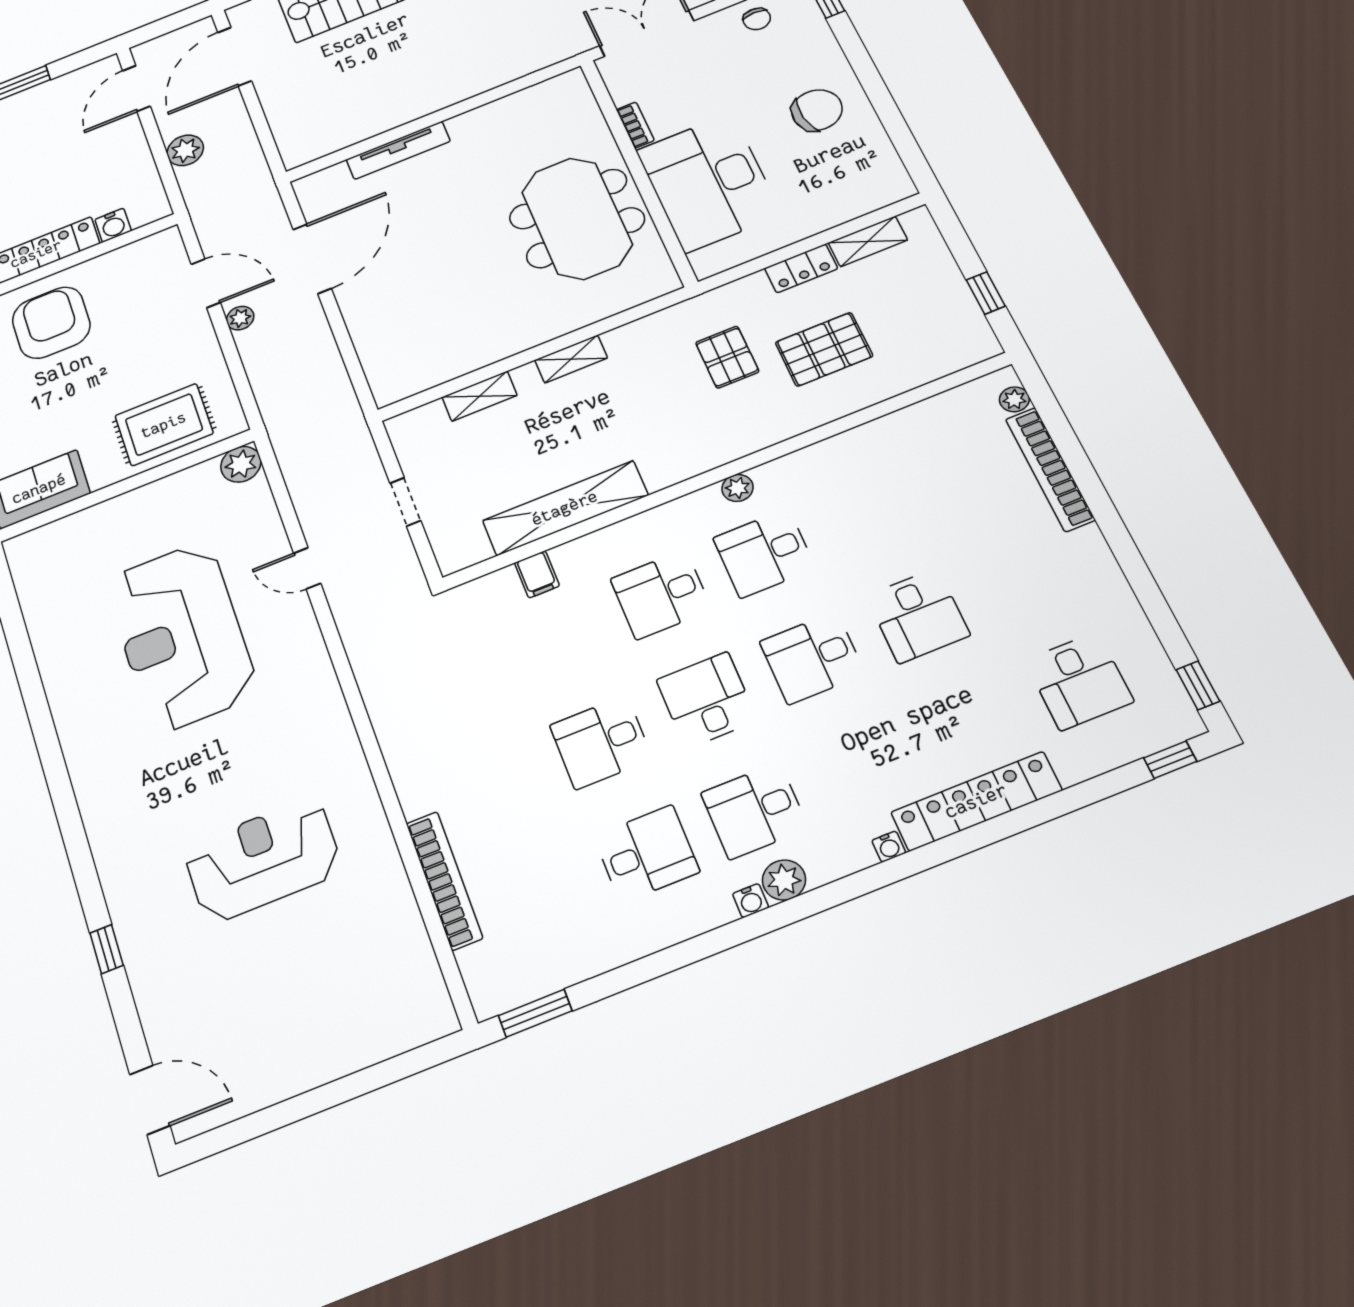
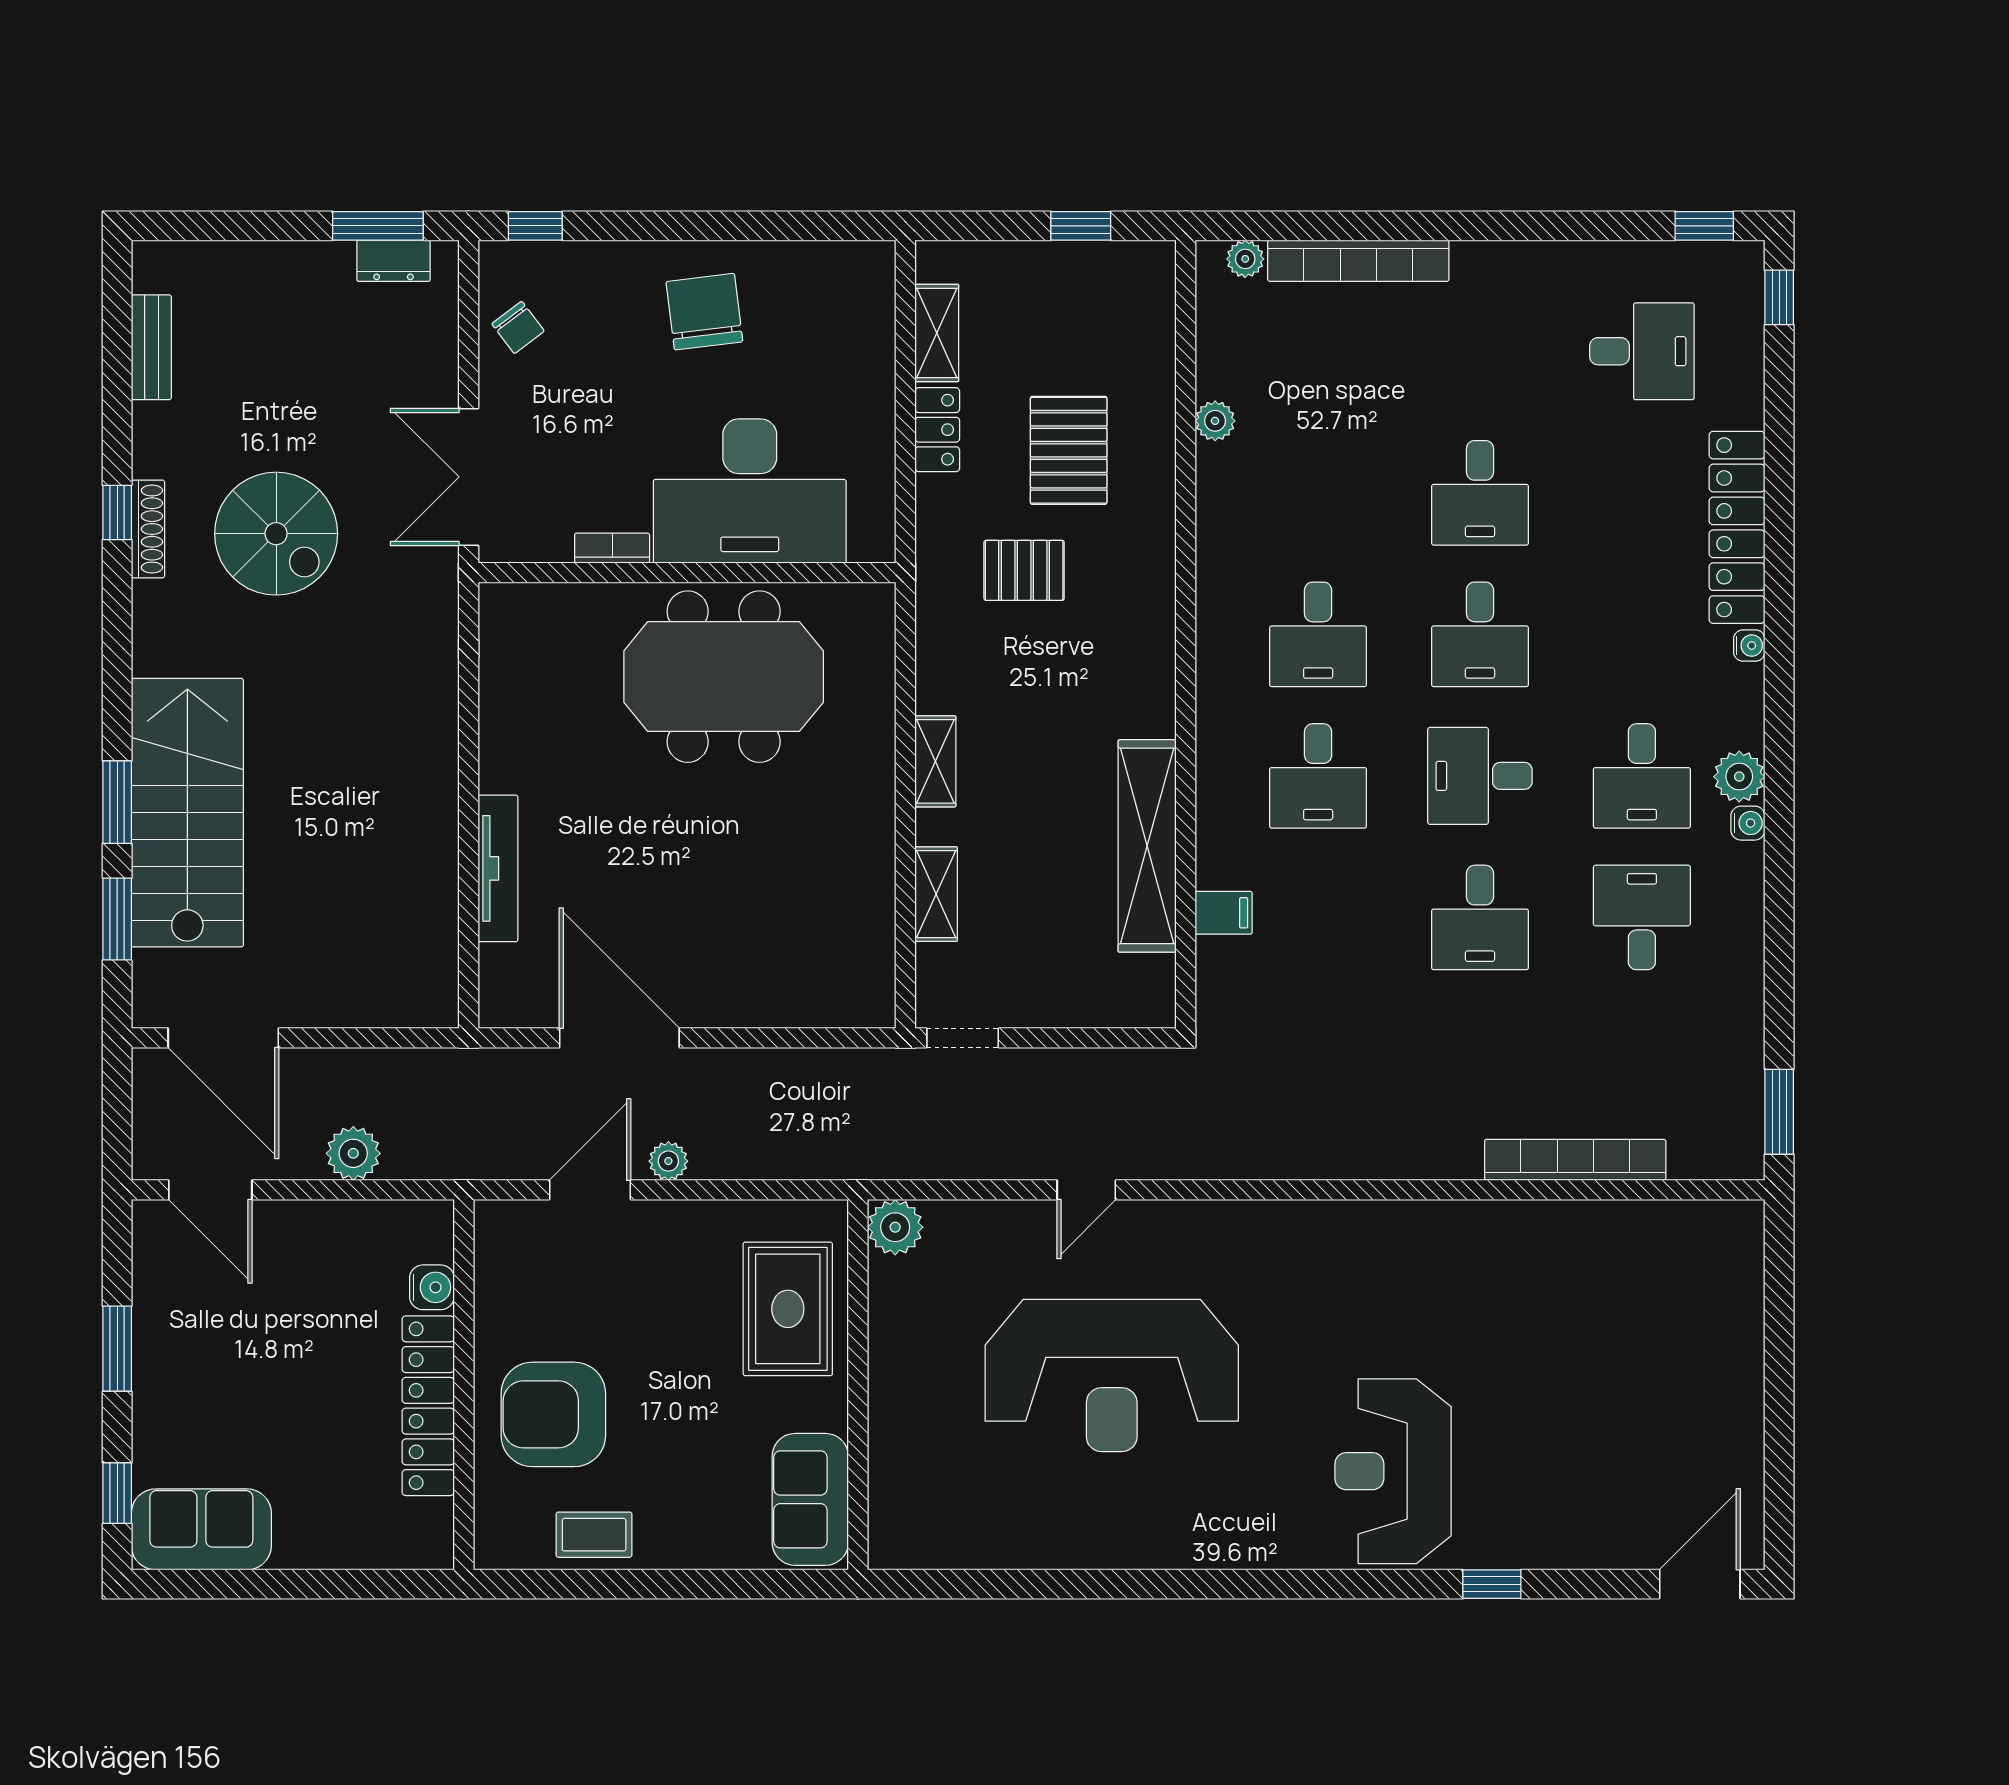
chair: (757, 19) -> (518, 327), turned 53
plant: (738, 488) -> (1215, 421), moved
doorway: (405, 502) -> (963, 1038), moved
desk: (918, 616) -> (1480, 493), turned 90
reception desk: (263, 860) -> (1393, 1471), moved

